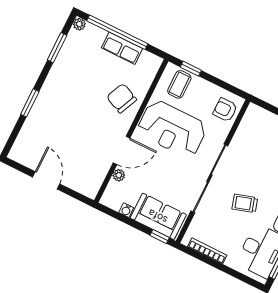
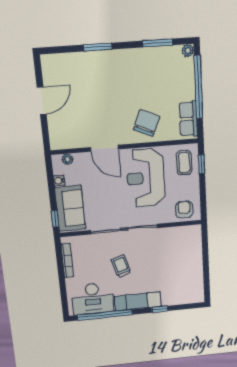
row of seats: (122, 48) -> (188, 119), moved
coffee table: (179, 84) -> (184, 163), turned 90
plant: (119, 175) -> (67, 159), moved

